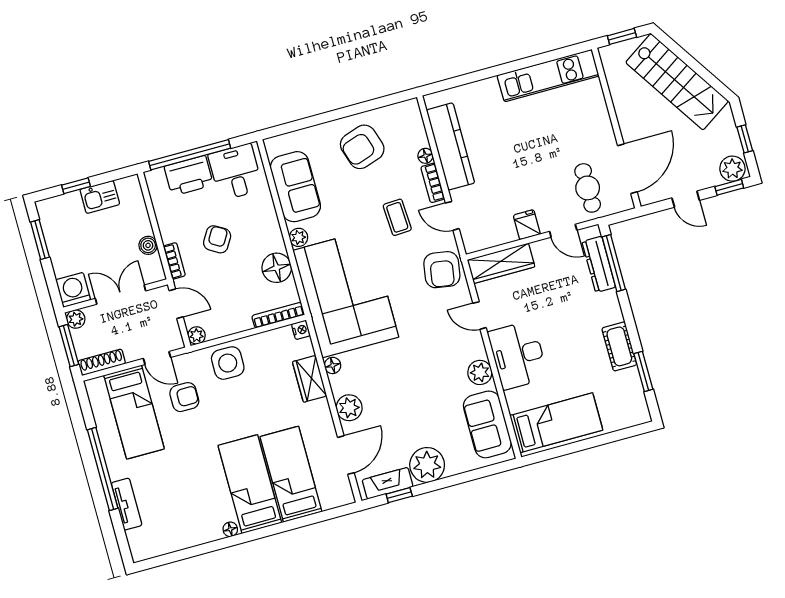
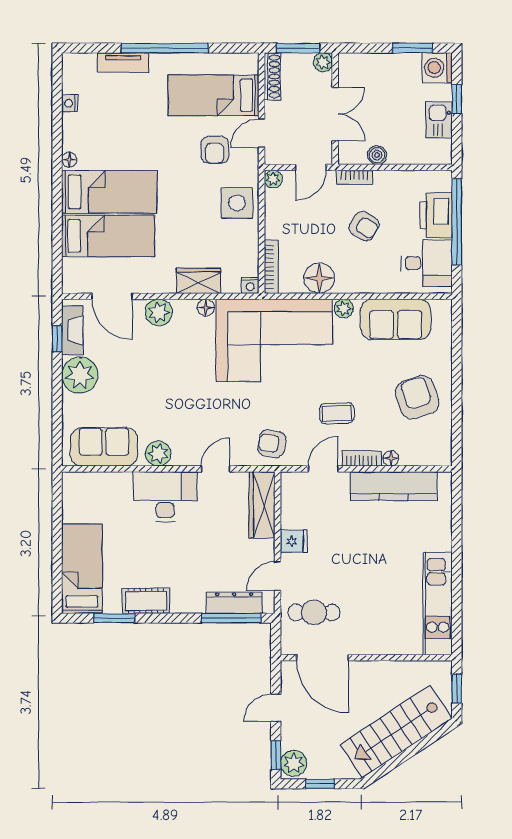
armchair: (442, 270) -> (272, 444), width x0.72, depth x0.72
washing machine: (73, 290) -> (437, 68), moved, turned 180
bed: (556, 423) -> (82, 569), moved, turned 180
nightstand: (178, 543) -> (70, 103), added

